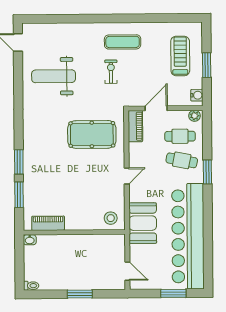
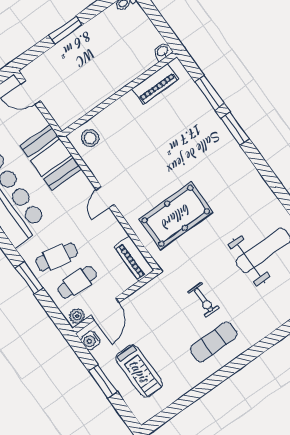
door: (156, 108) -> (105, 309), moved
window: (207, 172) -> (29, 278), moved

